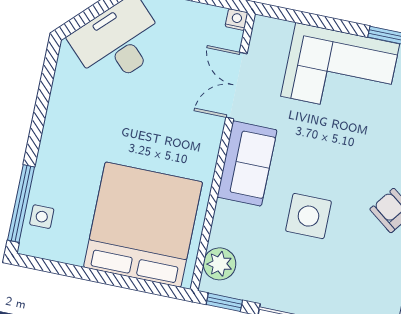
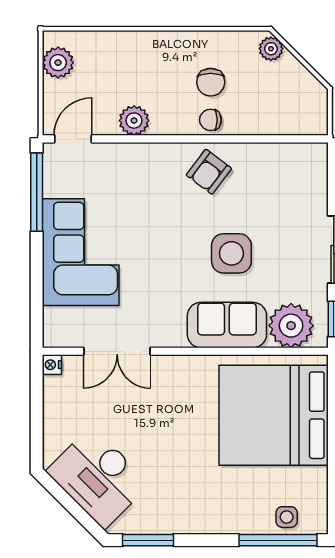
window: (47, 78) -> (148, 540), added
sofa: (247, 163) -> (227, 325), moved
plant: (220, 264) -> (291, 326), width x1.36, depth x1.36

